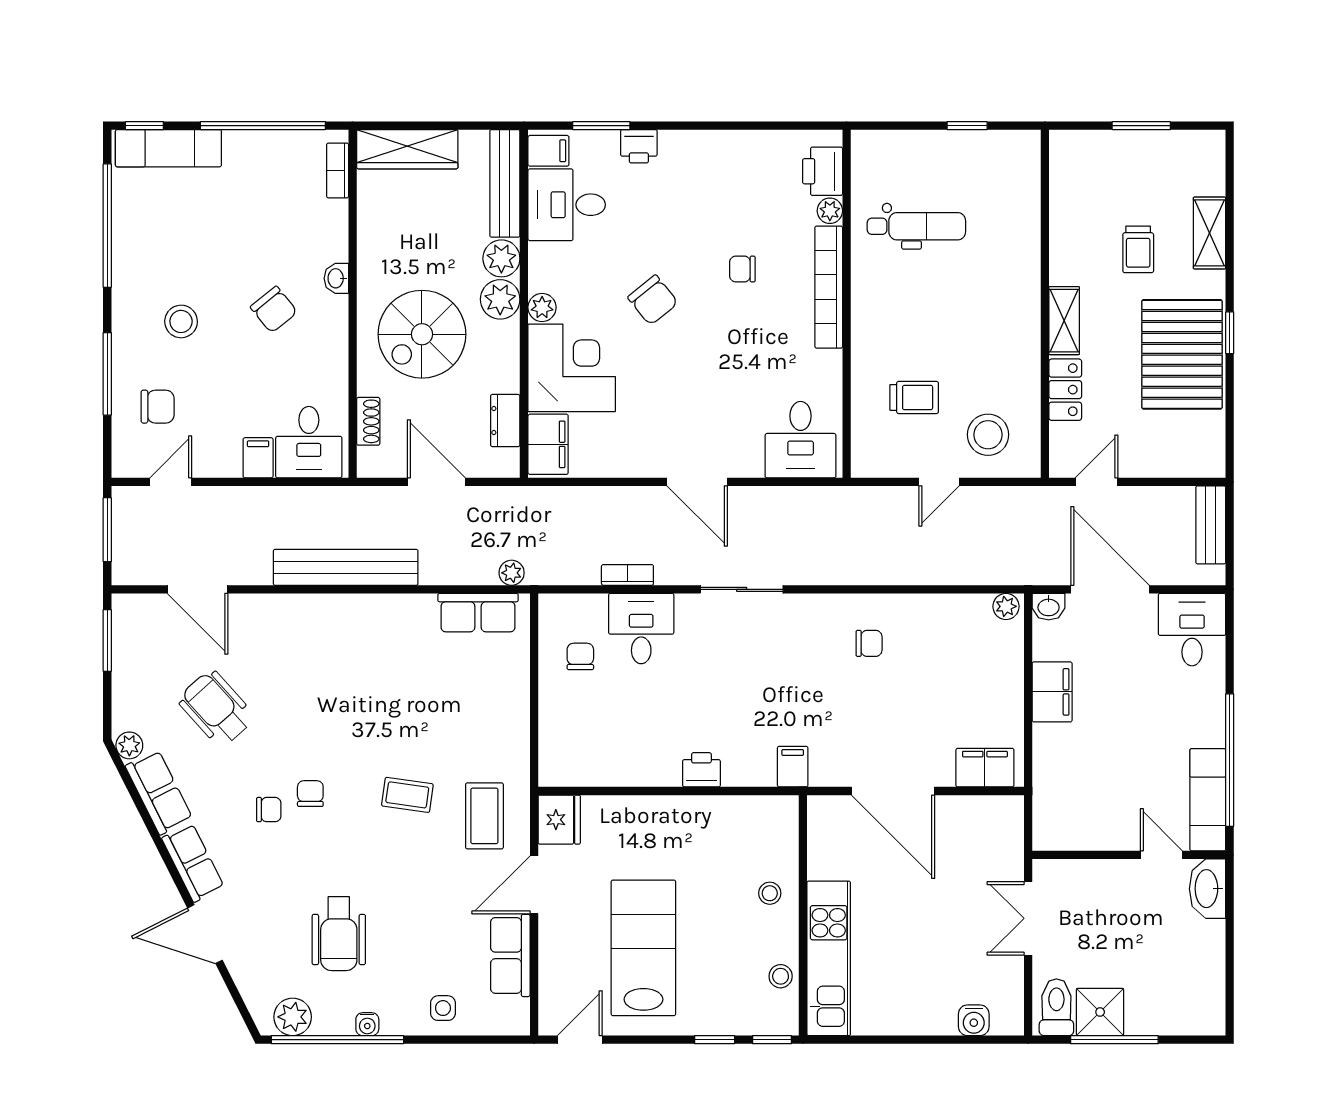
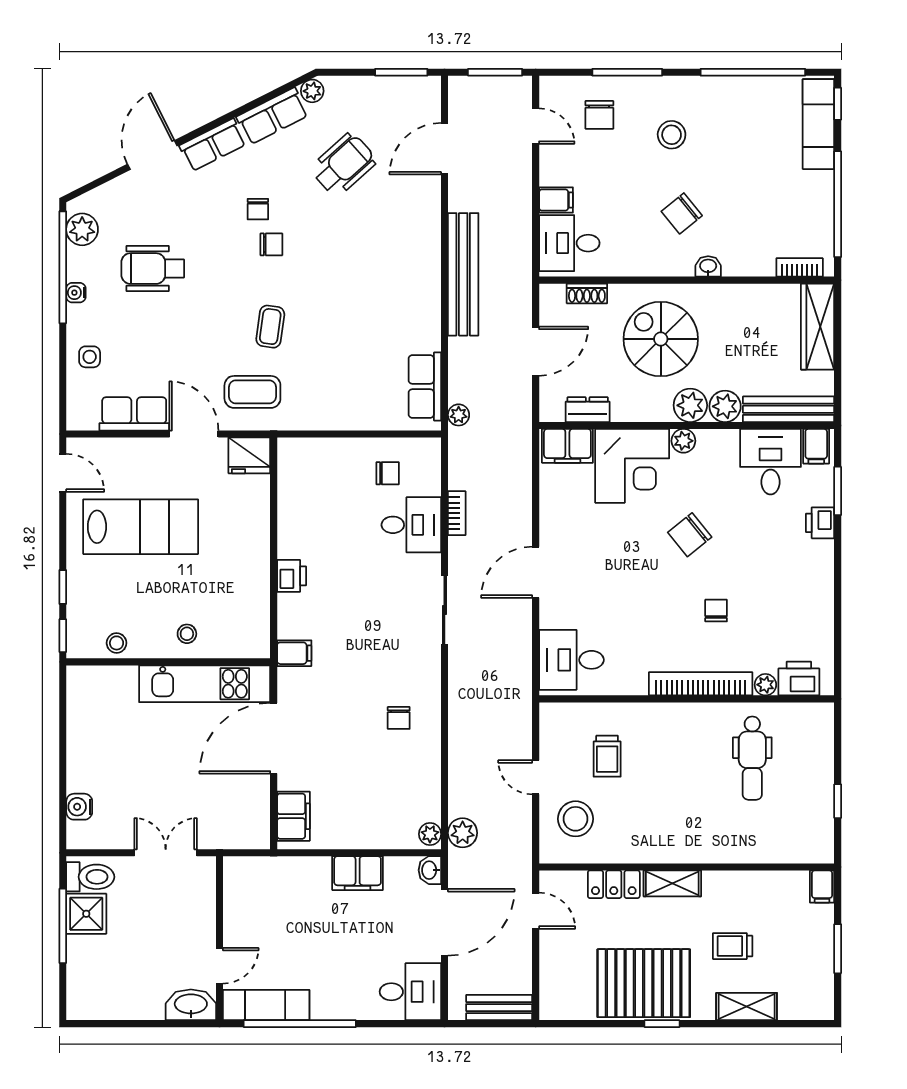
filing cabinet: (1068, 144) -> (822, 887), added
plant: (1005, 568) -> (463, 833), added
kitchen unit: (829, 958) -> (205, 684), moved

